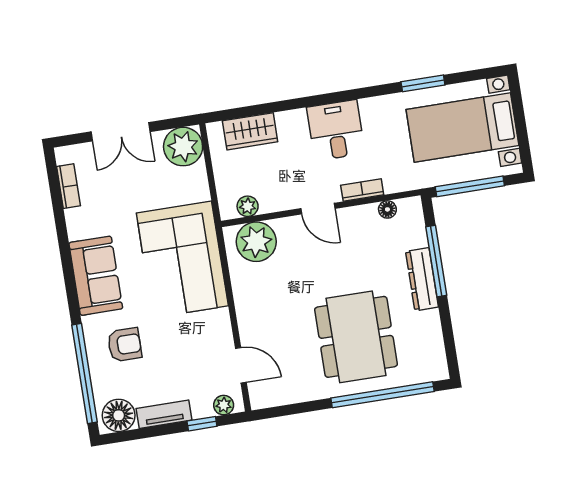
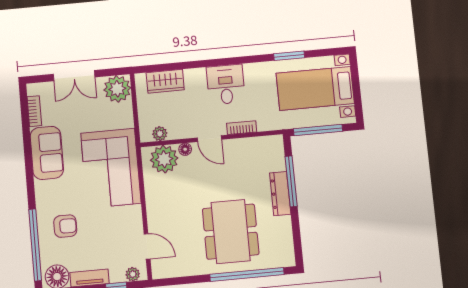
floor lamp: (387, 209) -> (185, 149), moved
sofa: (96, 276) -> (47, 153), moved

